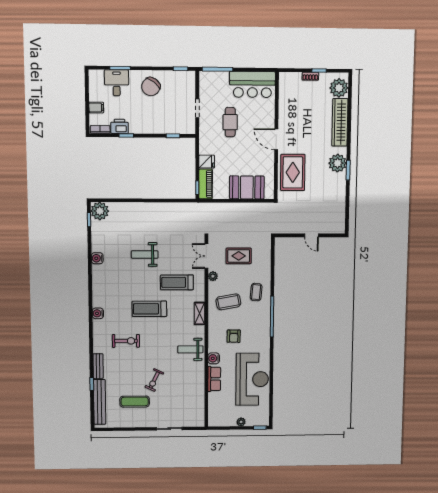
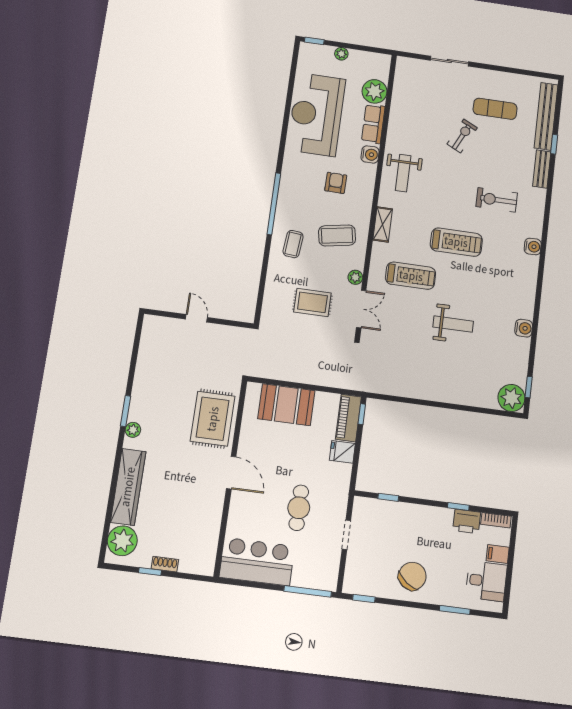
desk: (117, 83) -> (486, 581), moved, turned -90
plant: (338, 163) -> (133, 430), width x0.53, depth x0.53
weight bench: (190, 349) -> (403, 173), turned 90
plant: (216, 400) -> (374, 91), added

